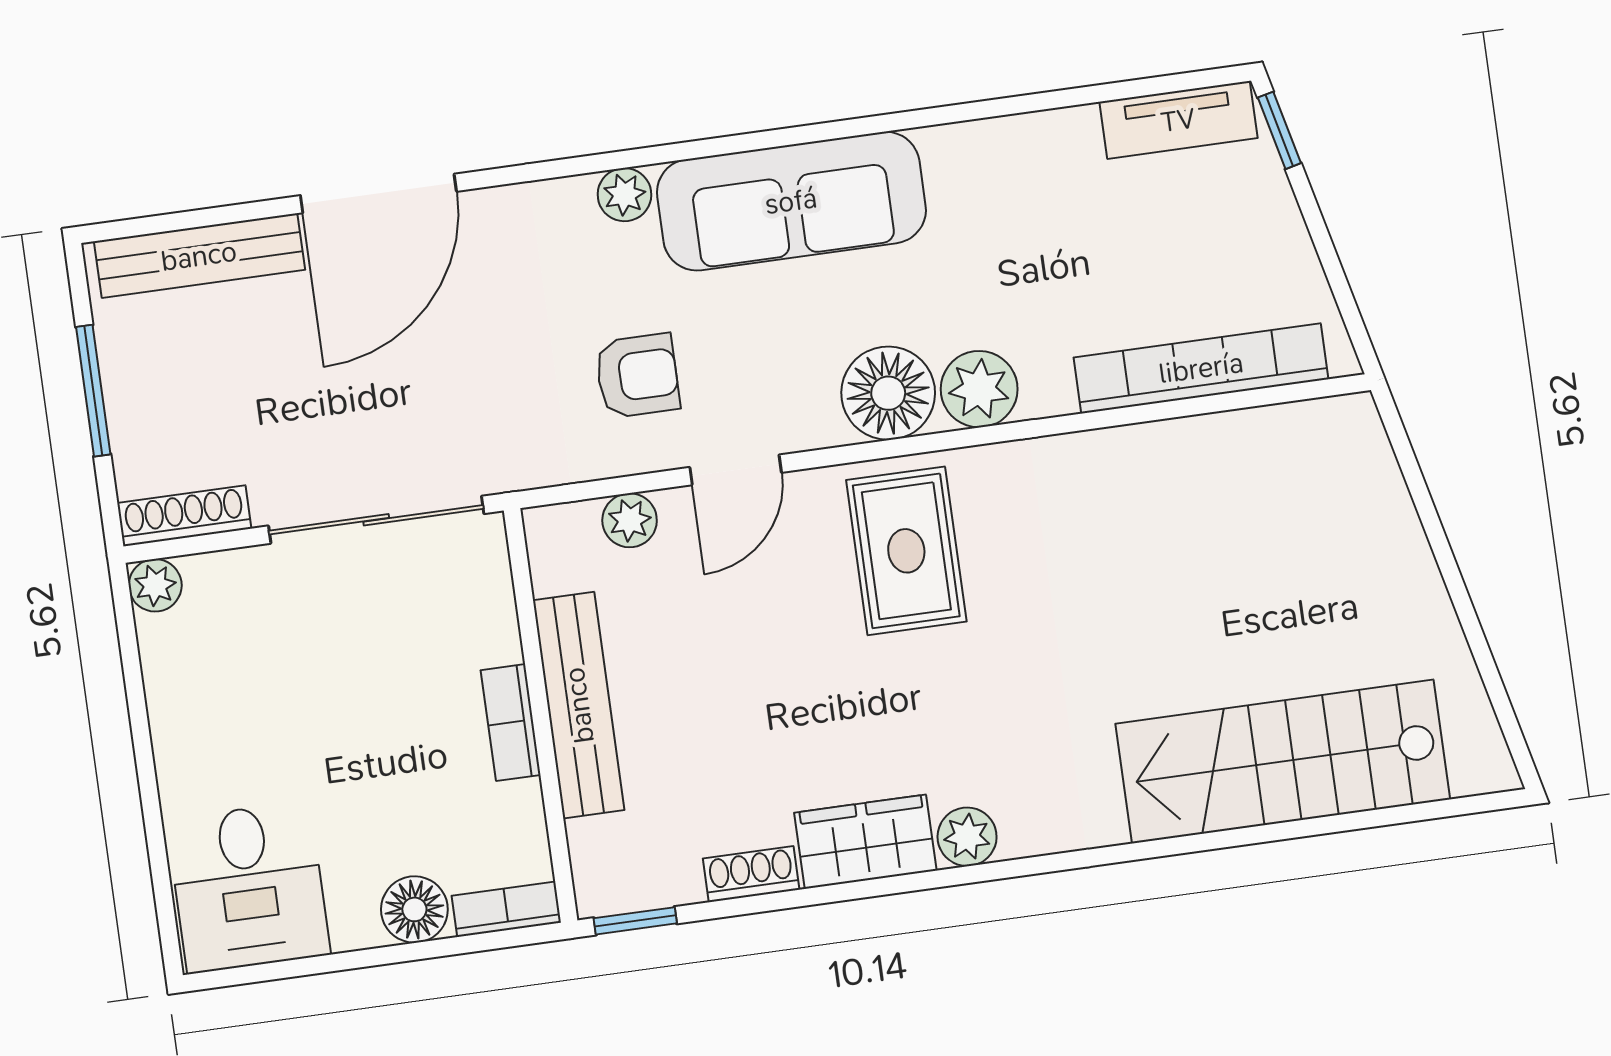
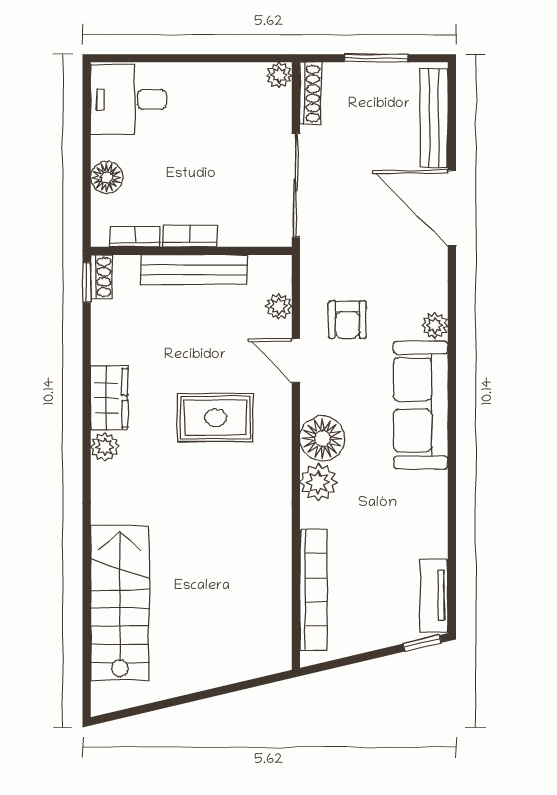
rug: (906, 551) -> (215, 418), moved
shoe rack: (751, 874) -> (101, 277), moved
bookcase: (506, 909) -> (135, 237), moved, turned -90

